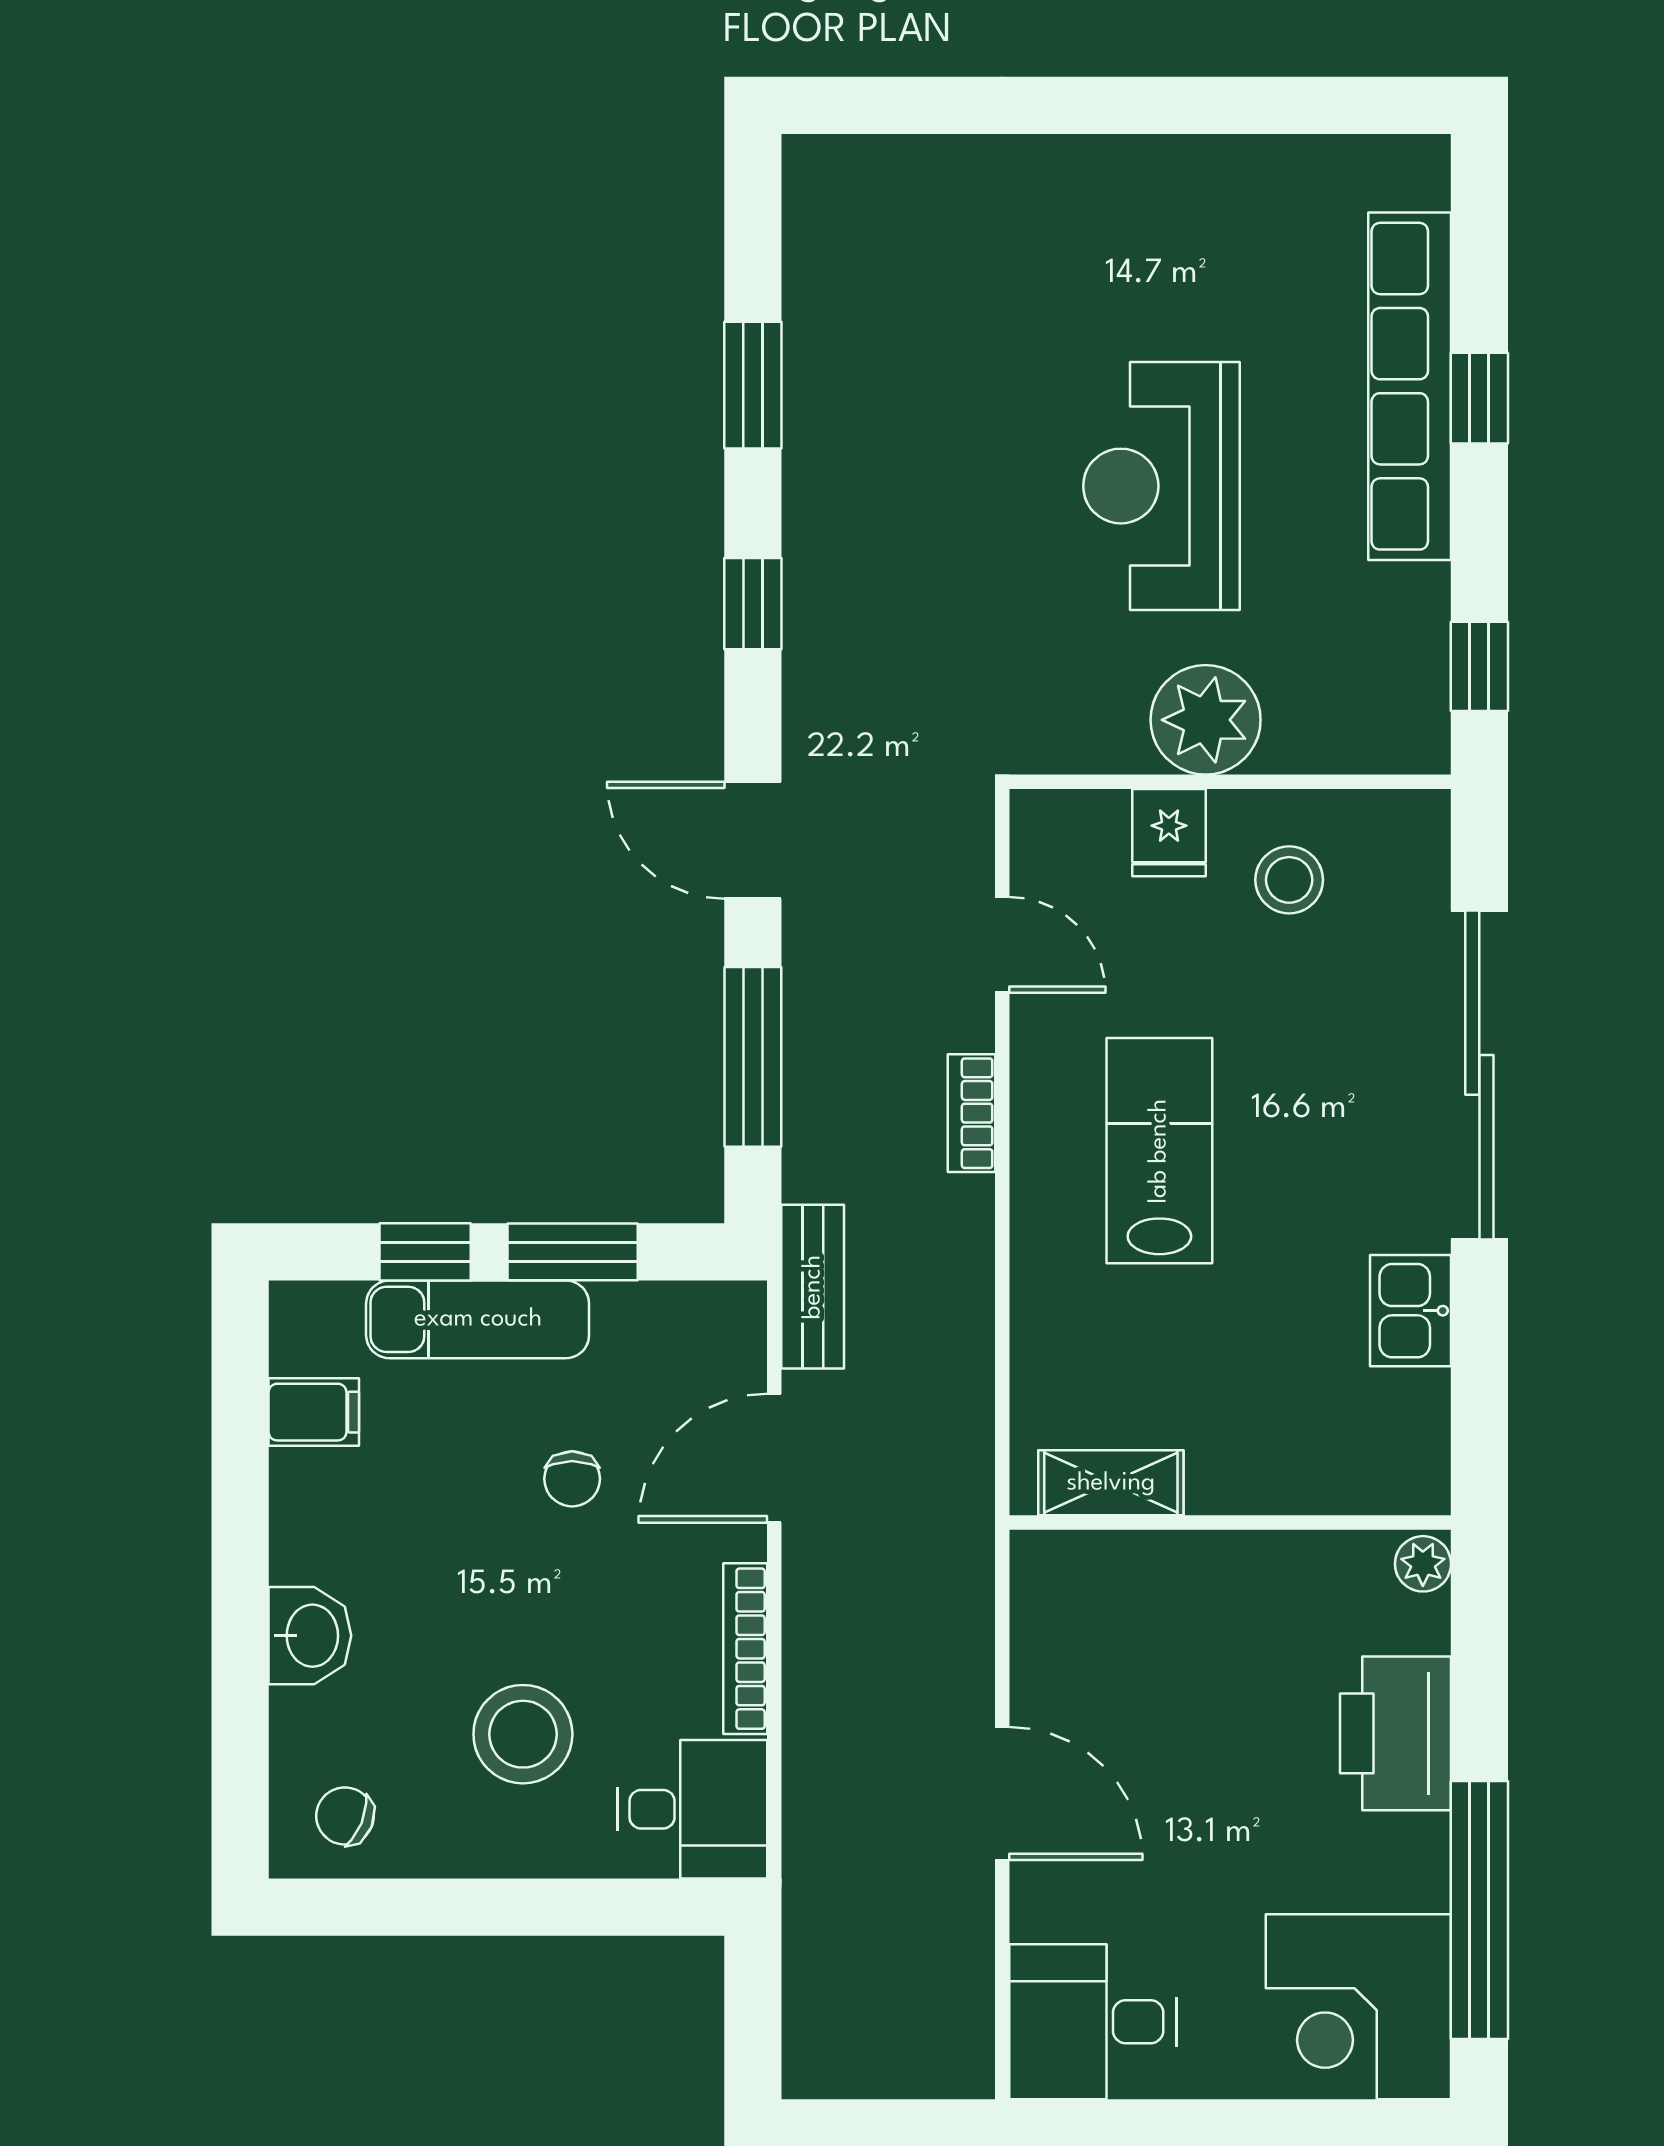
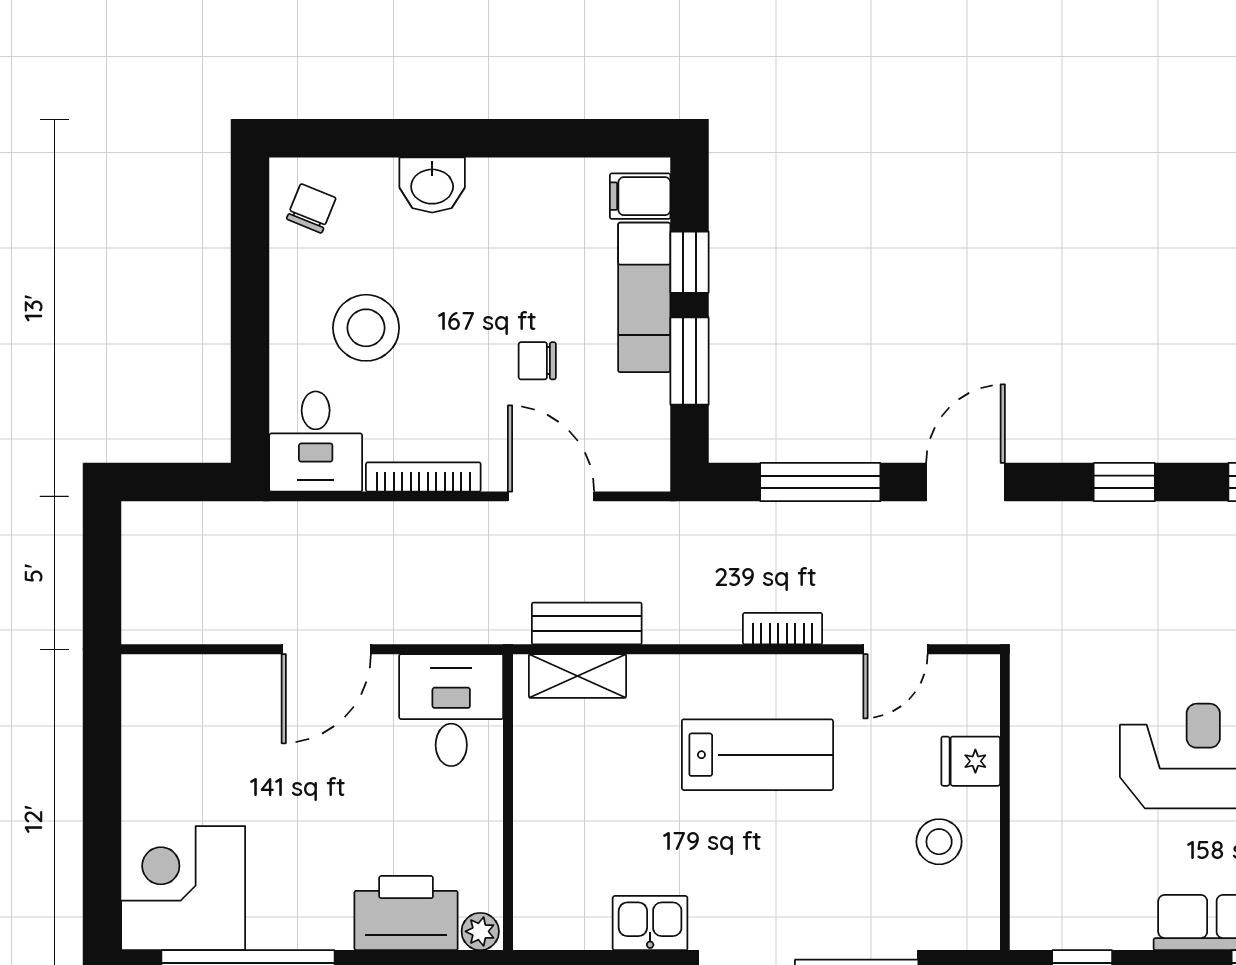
plant: (1206, 720) -> (1046, 786), removed
bench: (813, 1287) -> (587, 624), moved
filing cabinet: (314, 1412) -> (640, 196), moved, turned 90
shelving: (1111, 1483) -> (577, 676), moved, turned 90
printer: (1396, 1733) -> (406, 913), moved
desk: (1093, 2022) -> (451, 710), moved

